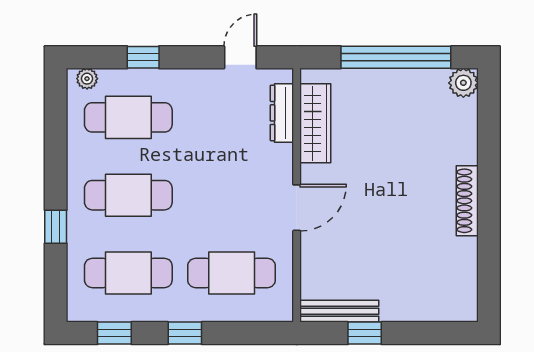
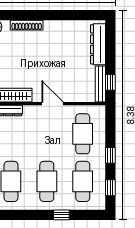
shoe rack: (467, 201) -> (27, 25), moved
dresser: (425, 306) -> (98, 44), added
window: (365, 333) -> (110, 82), moved

